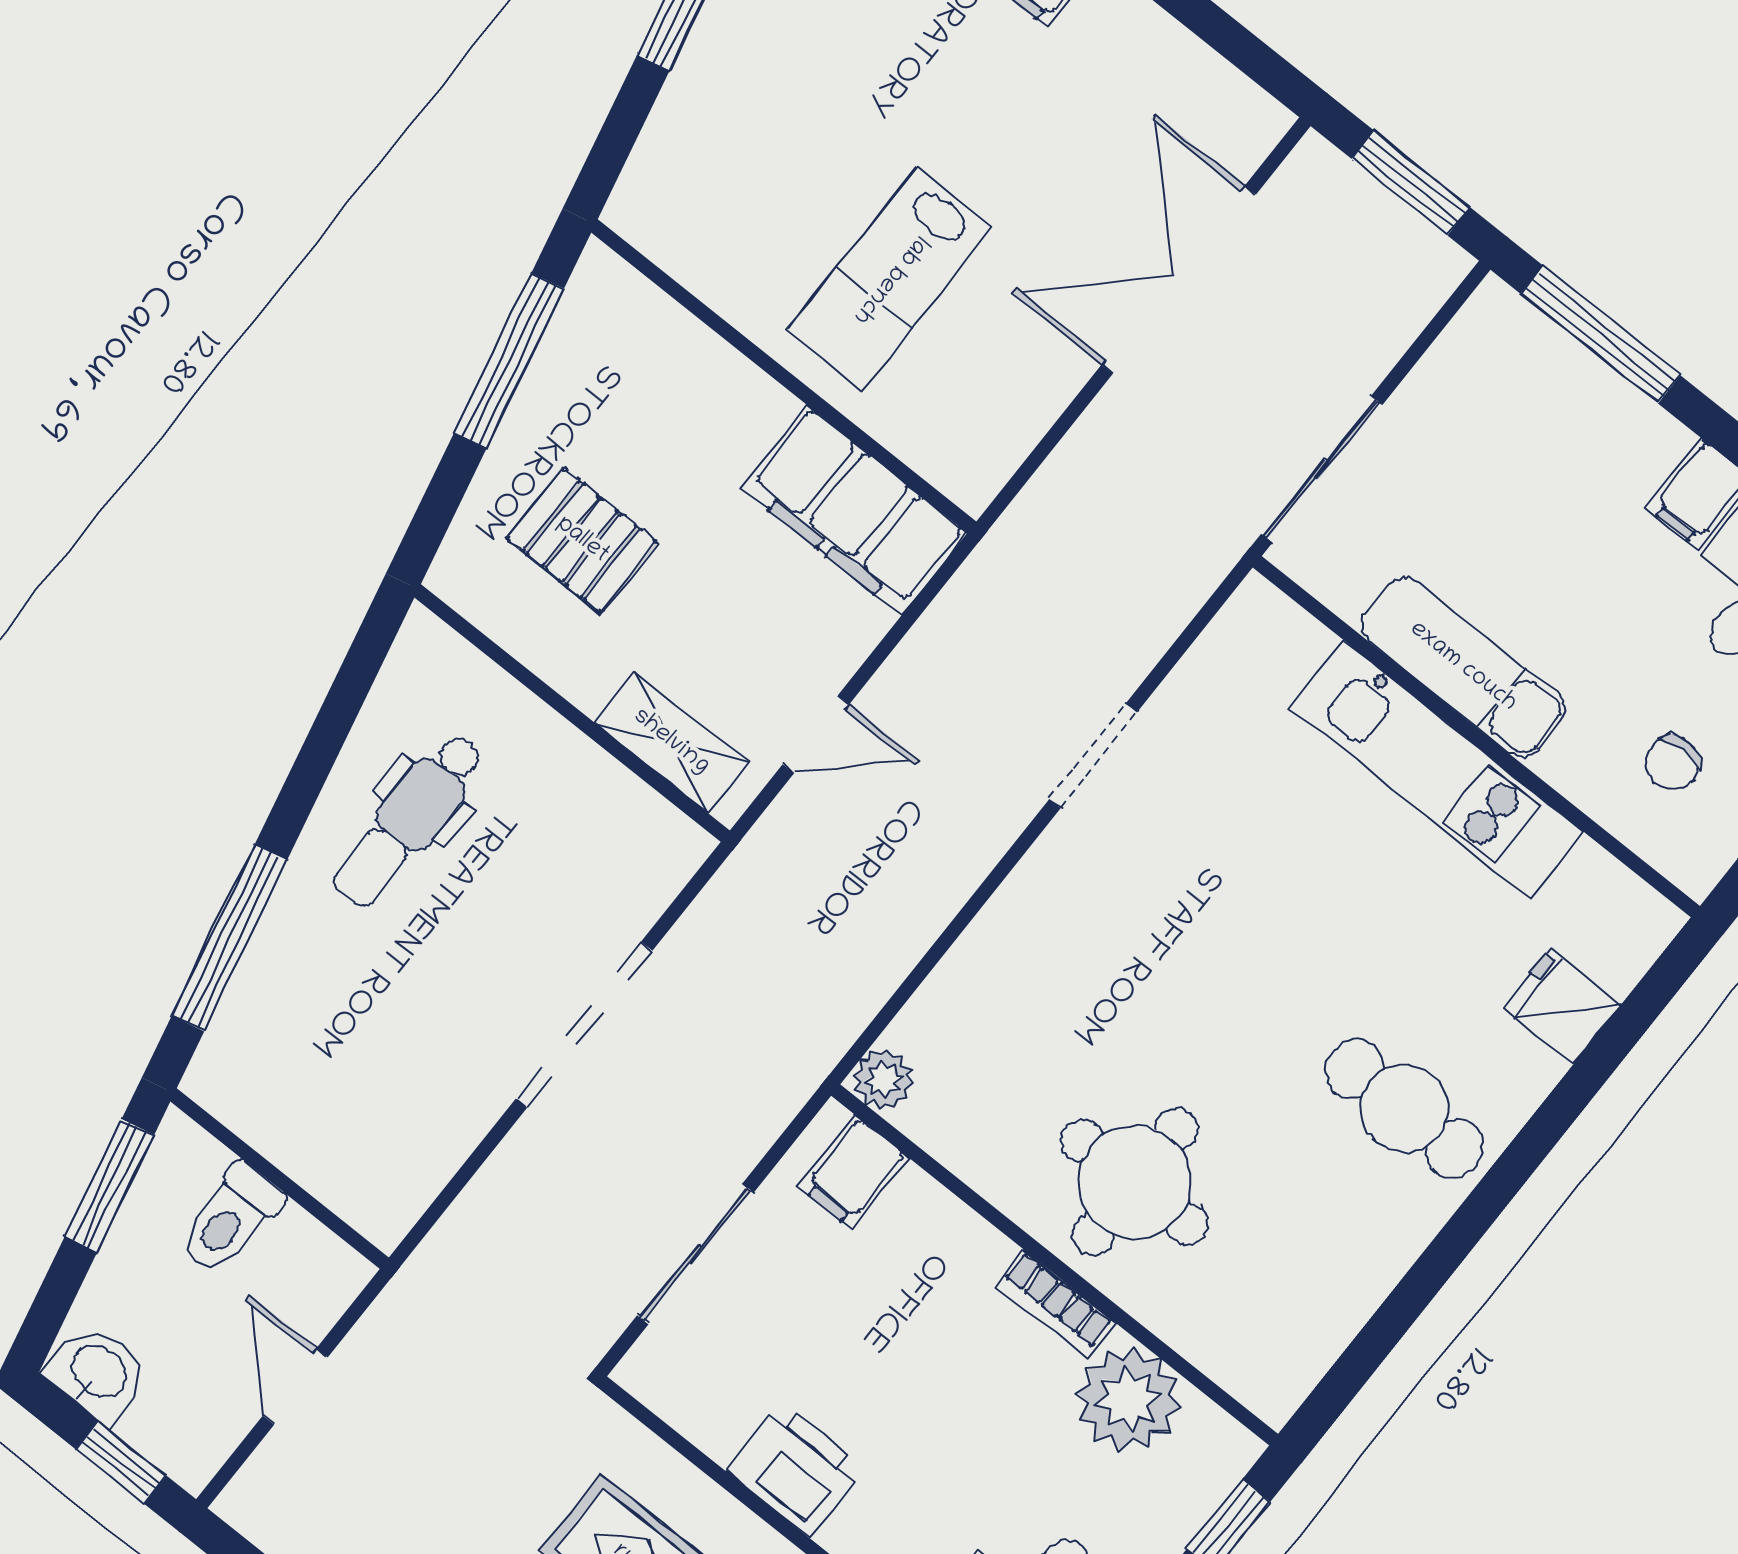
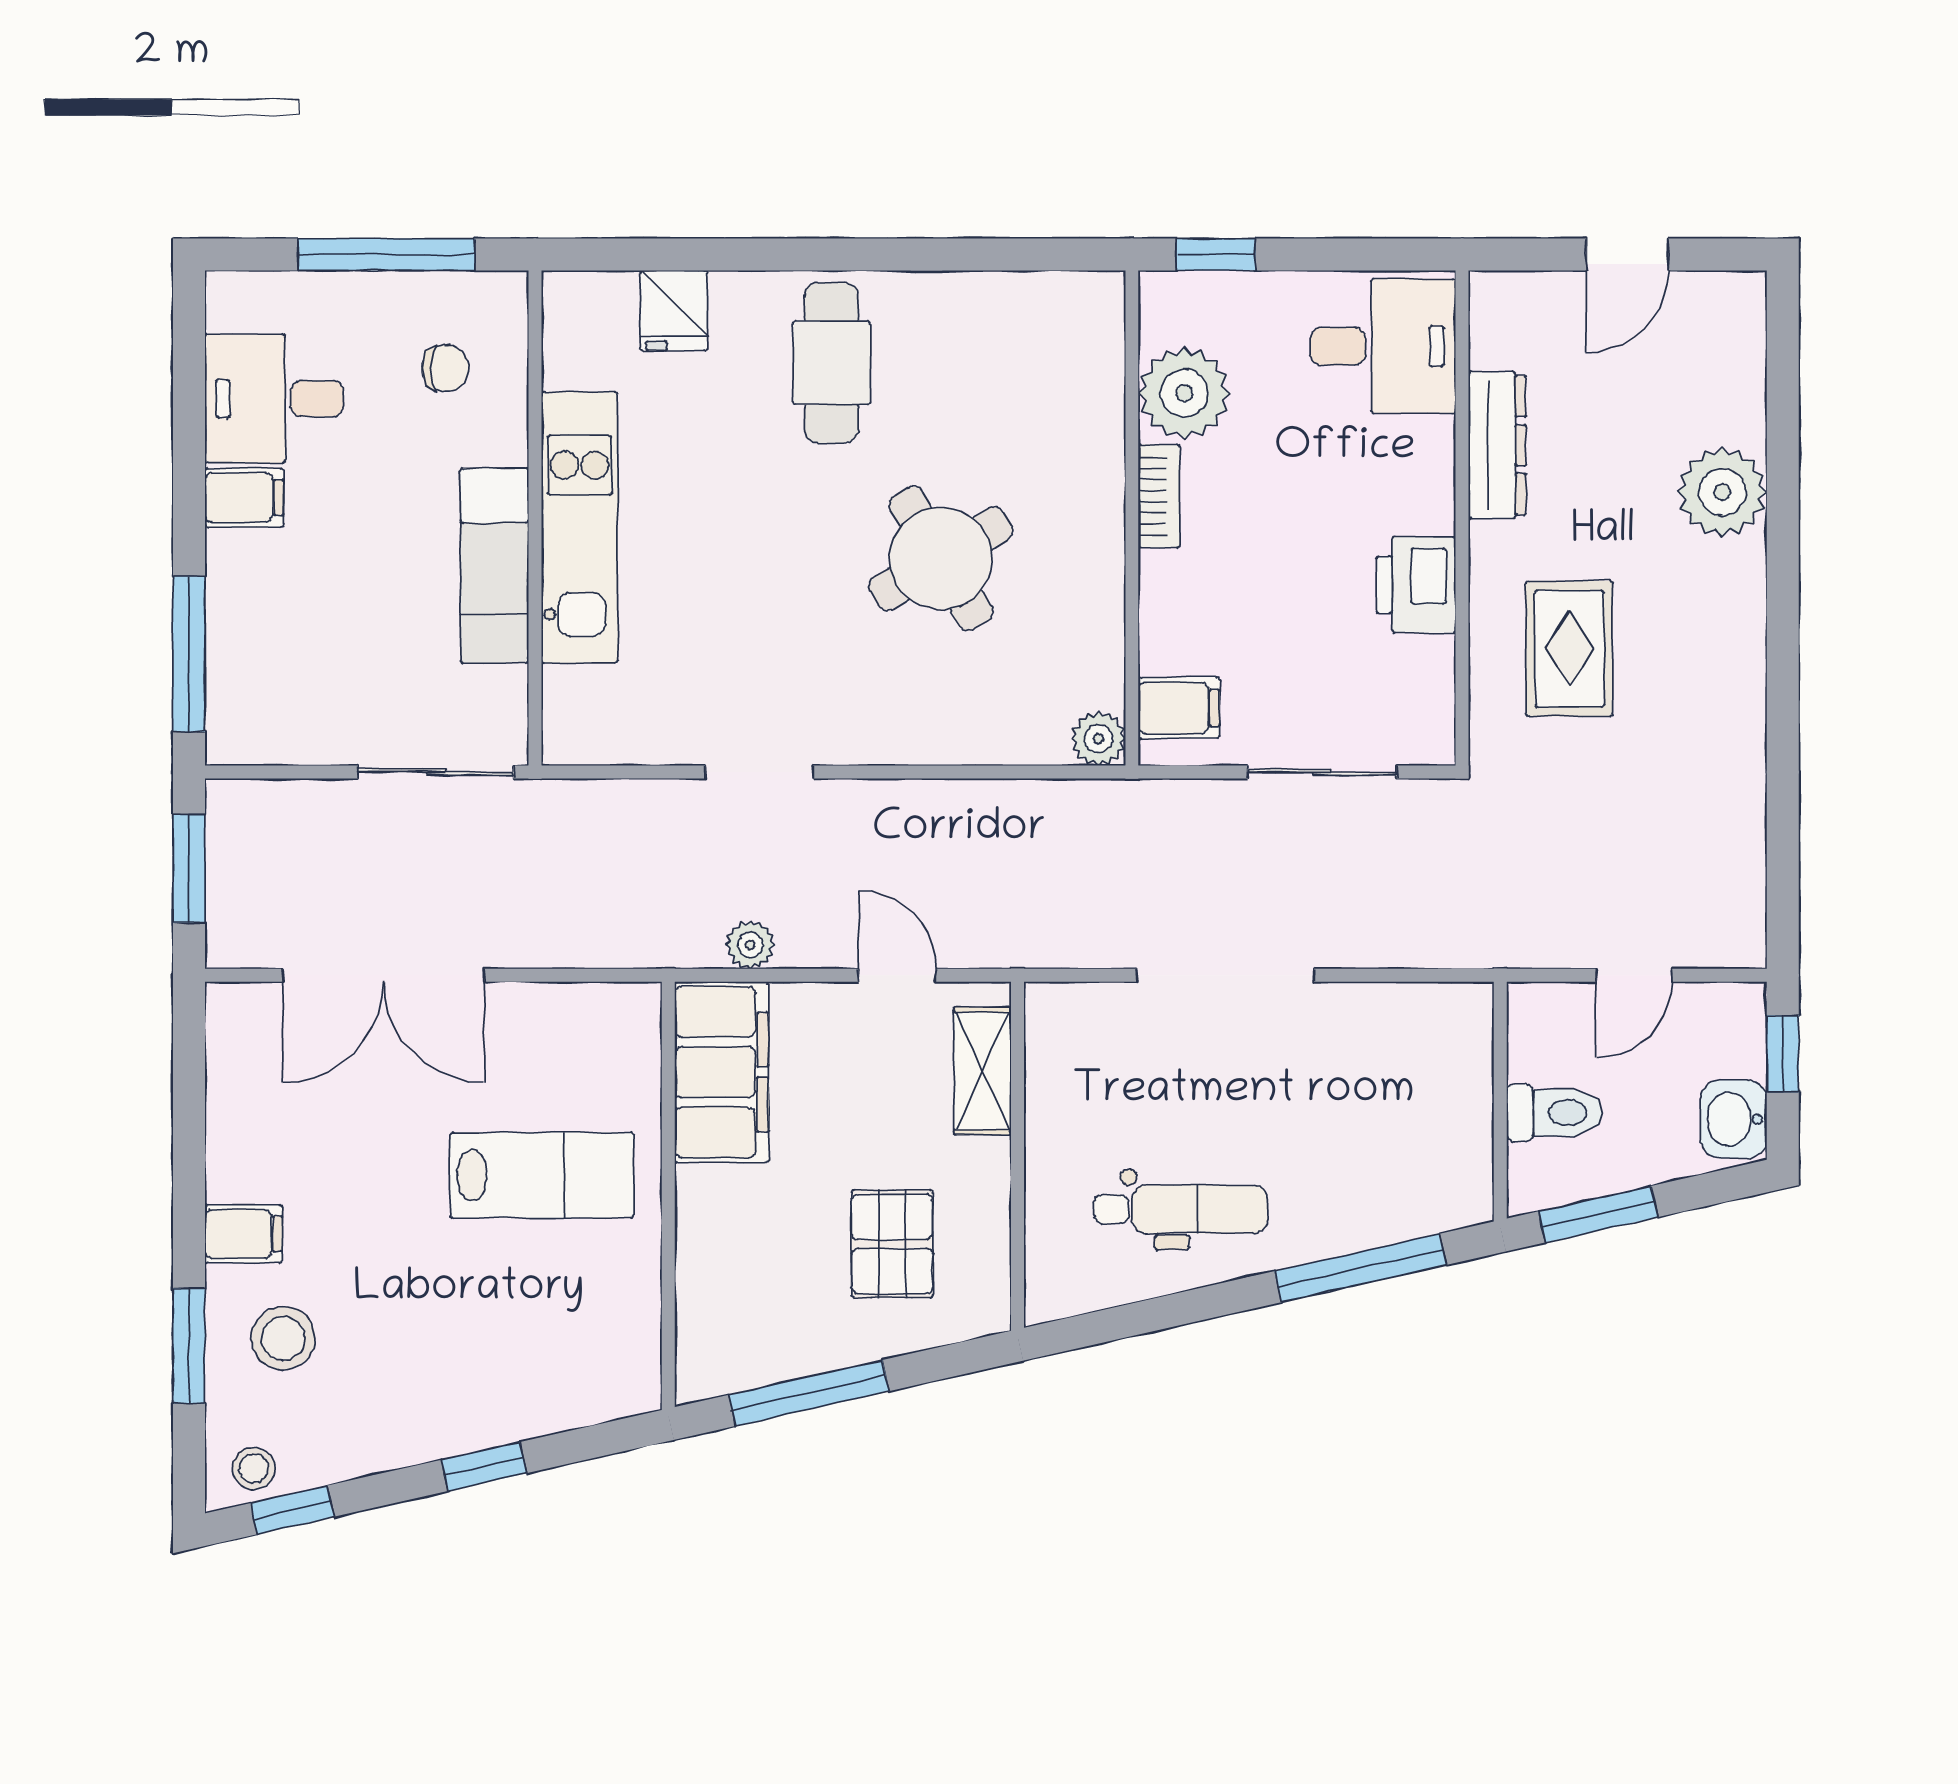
plant: (947, 626) -> (750, 945), added
round table: (1135, 1182) -> (941, 558), moved, turned -31

